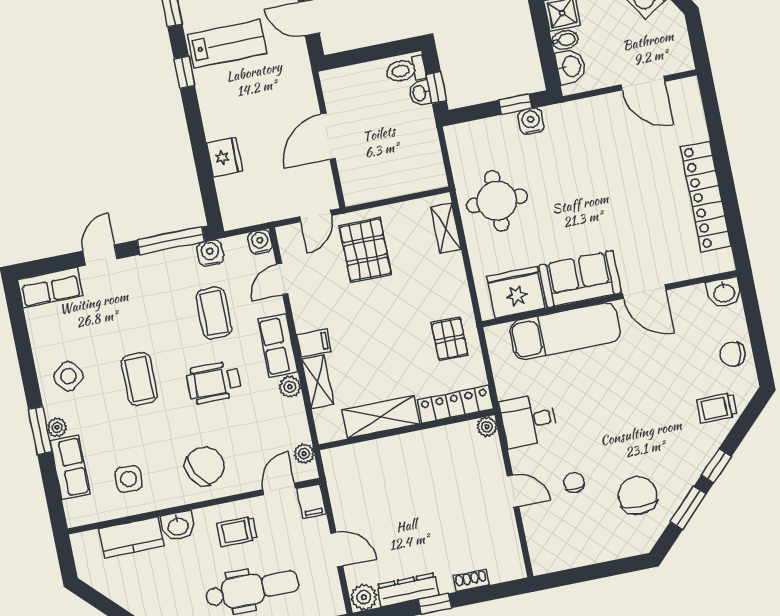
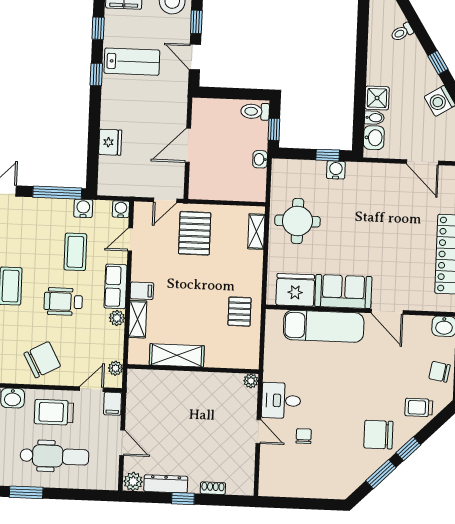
washbasin: (420, 93) -> (260, 159), moved
locker: (455, 404) -> (232, 359), removed
desk: (528, 421) -> (281, 401), moved
chair: (638, 495) -> (378, 435), moved, turned -90
trolley: (237, 531) -> (54, 412), width x1.36, depth x1.39

